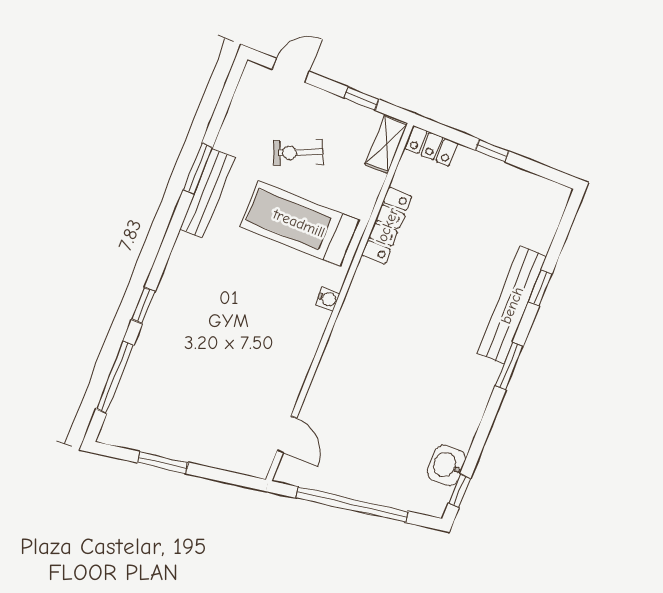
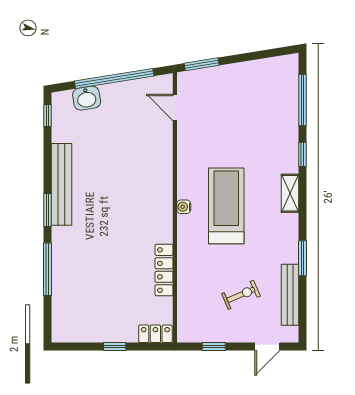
shelving: (387, 144) -> (290, 193), moved
bench: (207, 193) -> (290, 295), moved
treadmill: (299, 223) -> (226, 206), moved, turned -90
window: (540, 288) -> (47, 269), width x2.17
bench: (512, 305) -> (62, 184), moved
window: (163, 463) -> (202, 64), moved
washbasin: (447, 465) -> (87, 98), moved, turned 81

